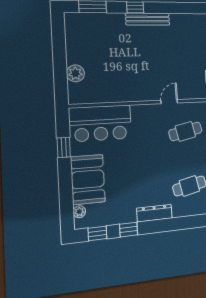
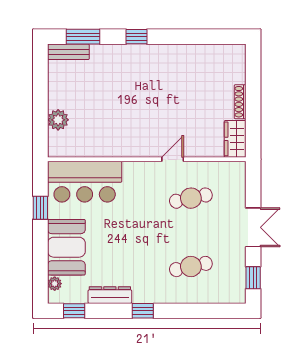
bench: (148, 19) -> (68, 52), moved, width x0.73
dresser: (154, 213) -> (110, 295), moved
window: (129, 230) -> (143, 311), moved

